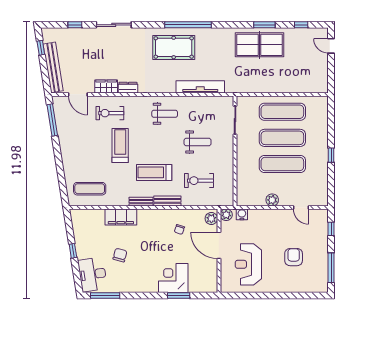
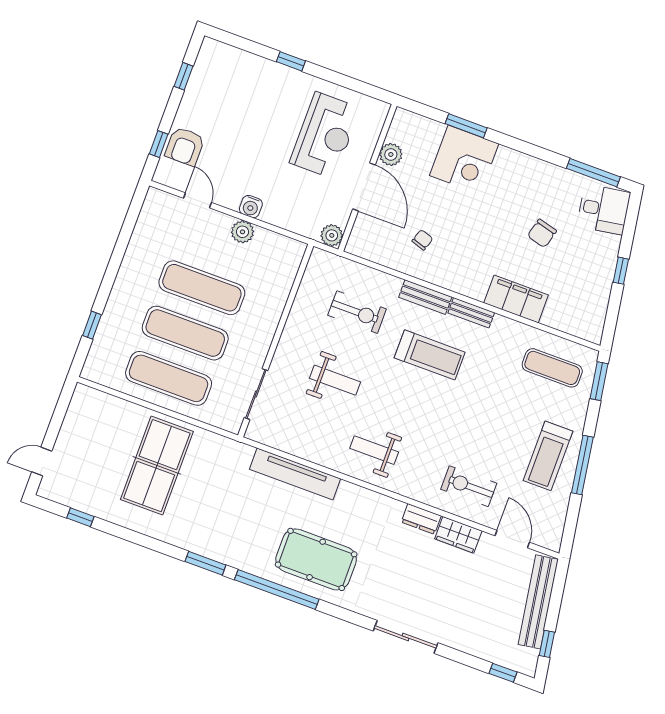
window: (75, 25) -> (503, 673), moved
window: (264, 25) -> (205, 563), moved
table tennis table: (259, 45) -> (157, 466), moved, turned 90
door: (331, 46) -> (42, 462), swing flipped
exercise bike: (110, 113) -> (469, 486), turned 180
window: (52, 120) -> (582, 465), moved
weight bench: (198, 142) -> (335, 380), turned 180
treadmill: (120, 145) -> (548, 456), moved
window: (331, 155) -> (92, 325), moved
window: (63, 191) -> (599, 381), added
water cooler: (242, 214) -> (251, 207), moved
plant: (211, 219) -> (391, 154), moved
armchair: (294, 257) -> (185, 146), moved
window: (331, 268) -> (184, 76), width x0.46
desk: (92, 274) -> (604, 209), width x0.73
window: (279, 295) -> (291, 61), added

